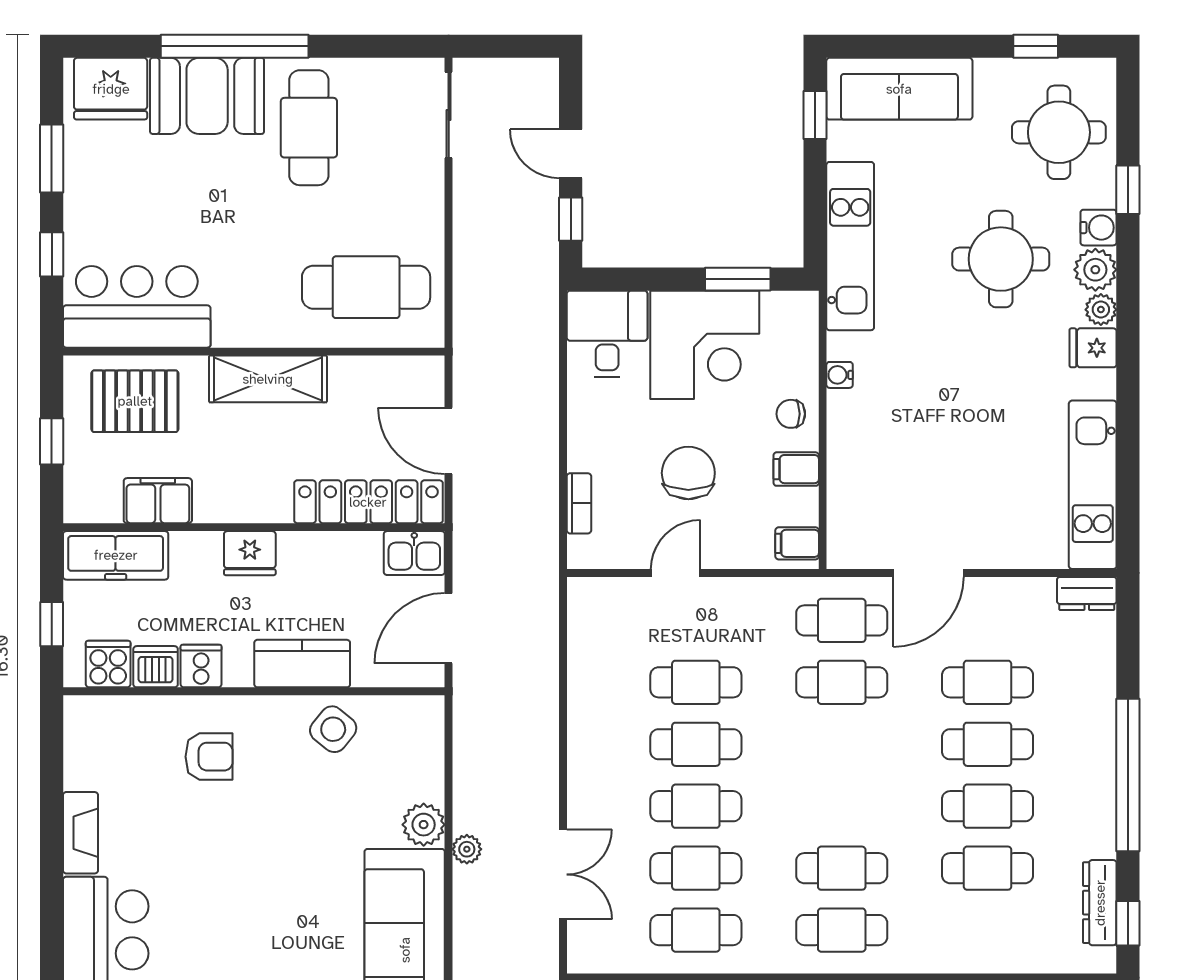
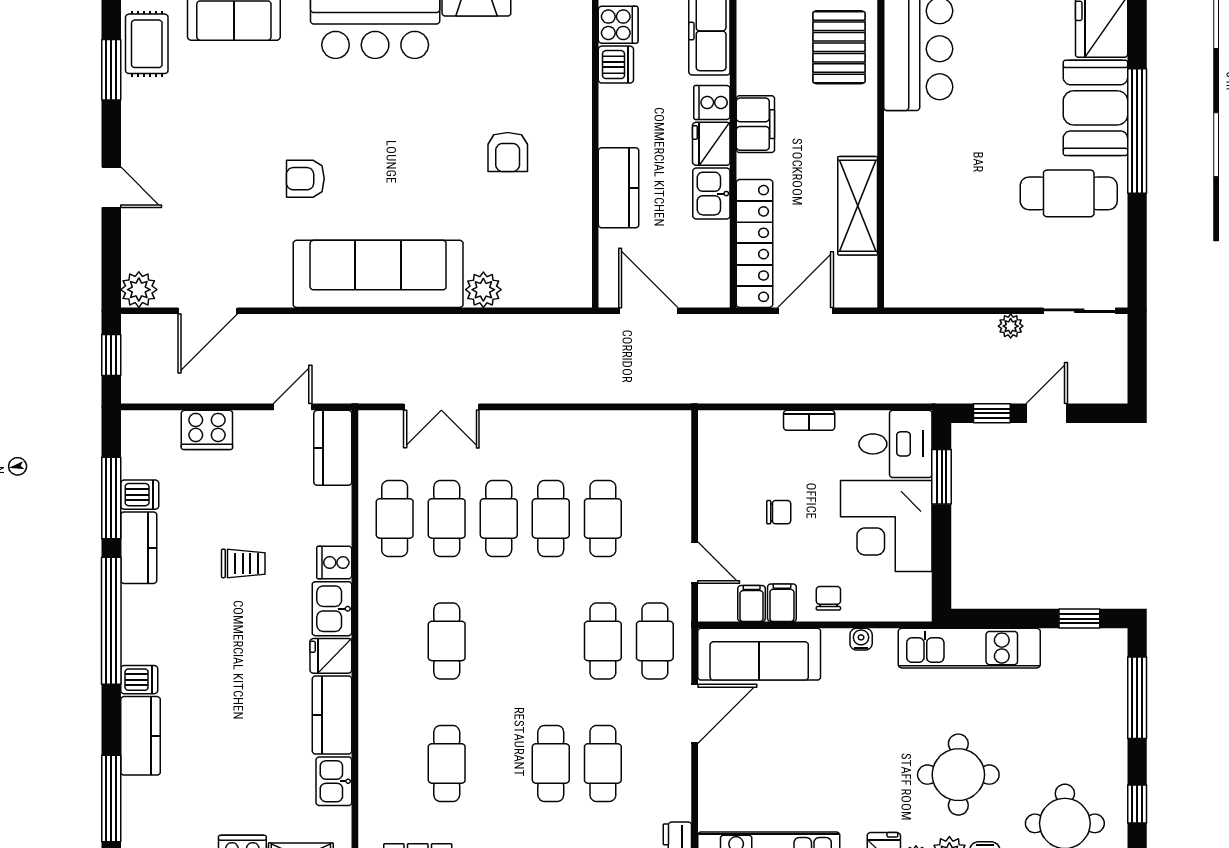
window: (909, 46) -> (1137, 698), added
sofa: (899, 89) -> (759, 654), moved, turned -90
window: (738, 279) -> (942, 477), moved
cafe table: (366, 287) -> (935, 241), removed
shelving: (268, 379) -> (858, 206), moved
chair: (688, 473) -> (779, 512), width x0.54, depth x0.54
filing cabinet: (158, 501) -> (755, 124), moved
bookcase: (579, 503) -> (809, 420), moved
filing cabinet: (797, 543) -> (752, 604), moved
kitchen sink: (414, 553) -> (711, 194), moved
door: (676, 573) -> (695, 563), moved
door: (928, 573) -> (695, 714), swing flipped
cooker: (201, 666) -> (712, 103), moved, turned 180
side table: (333, 729) -> (563, 214), removed
armchair: (209, 757) -> (508, 152), moved
cafe table: (988, 806) -> (499, 763), removed
plant: (467, 849) -> (1011, 326), moved
cafe table: (842, 930) -> (395, 641), removed

